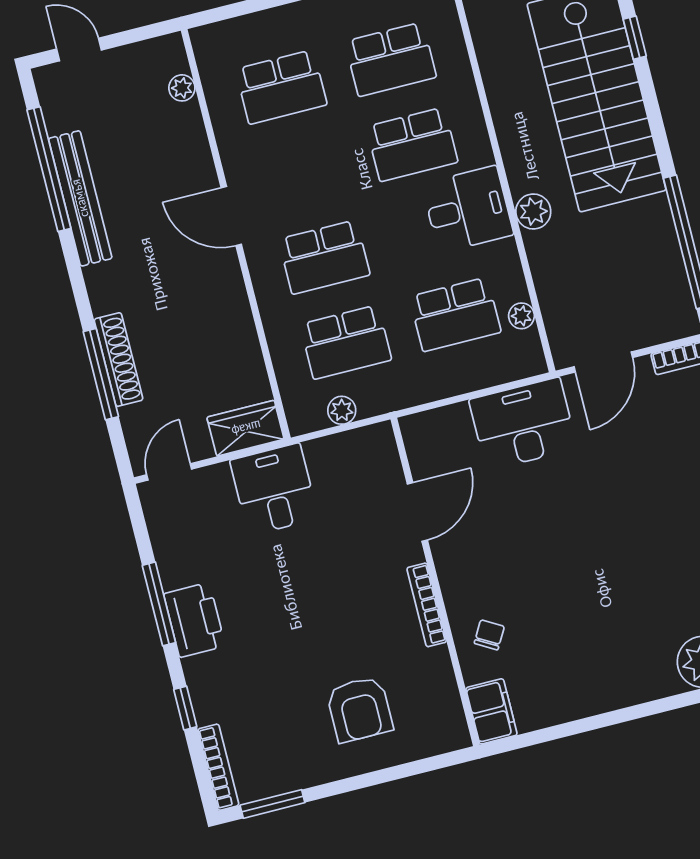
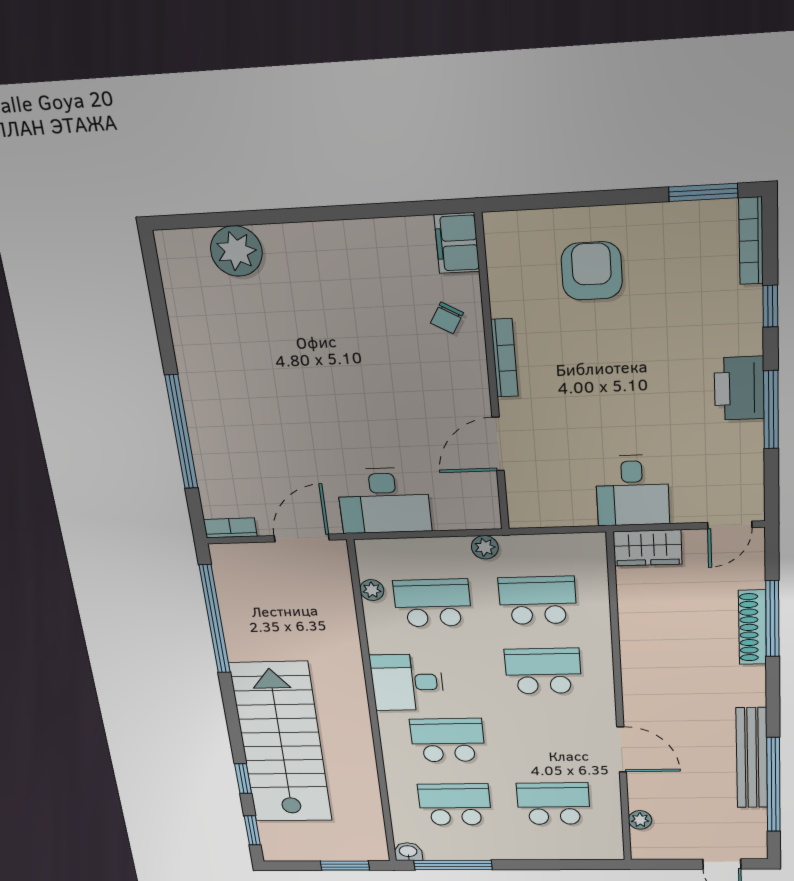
plant: (533, 211) -> (349, 669), removed
door: (231, 216) -> (622, 749), moved
plant: (342, 410) -> (485, 547), moved

